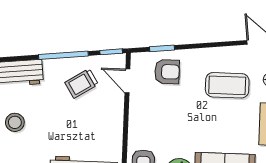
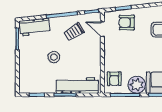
armchair: (167, 72) -> (127, 23), turned 180
stool: (15, 122) -> (54, 57), moved

